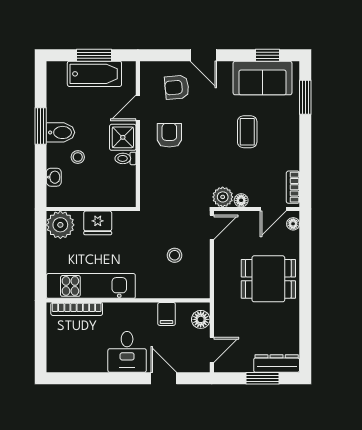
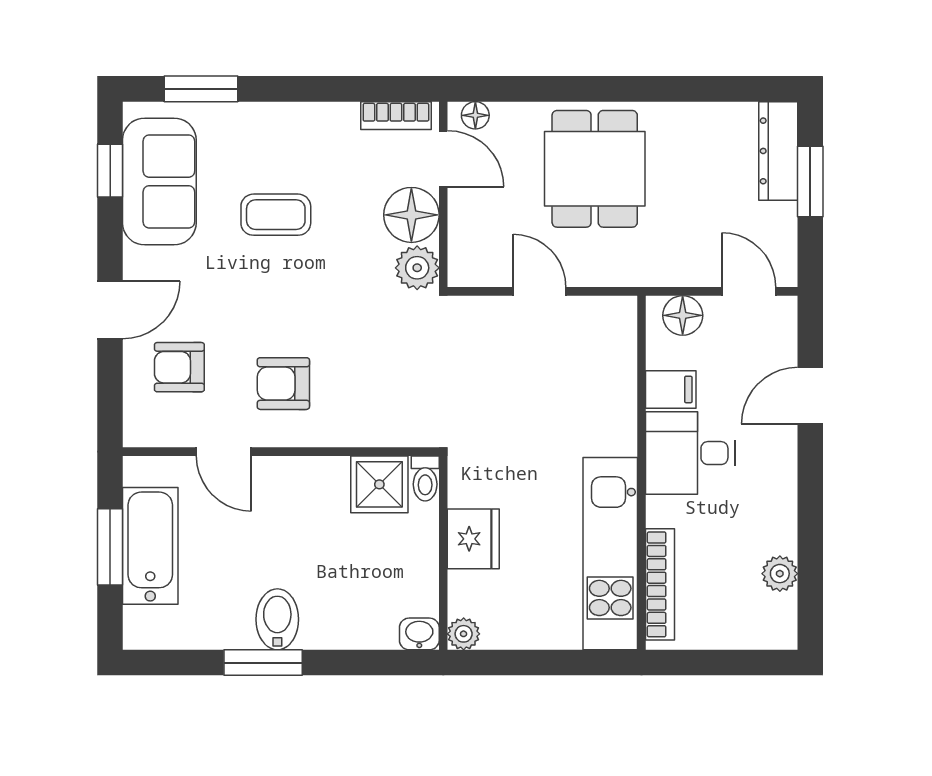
armchair: (177, 87) -> (179, 367), turned 95
shower: (123, 137) -> (379, 484), moved
stool: (78, 157) -> (331, 582), removed
toilet: (126, 158) -> (425, 478), moved
washbasin: (54, 177) -> (419, 634), moved
floor lamp: (241, 200) -> (411, 215), width x1.89, depth x1.89
plant: (60, 225) -> (464, 634), width x0.53, depth x0.53
door: (212, 227) -> (540, 291), moved
stool: (175, 255) -> (544, 372), removed
desk: (127, 352) -> (690, 453), moved, turned 180
plant: (82, 364) -> (780, 574), added

